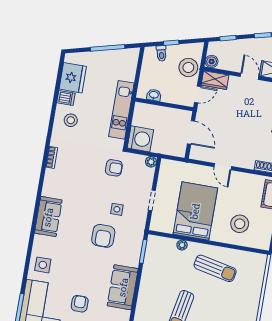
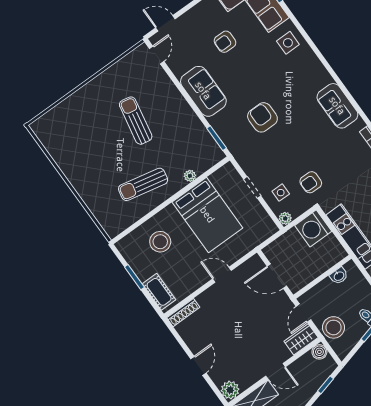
side table: (117, 209) -> (281, 193), moved
sofa: (48, 217) -> (337, 106), moved
armchair: (80, 304) -> (225, 42), turned 90

